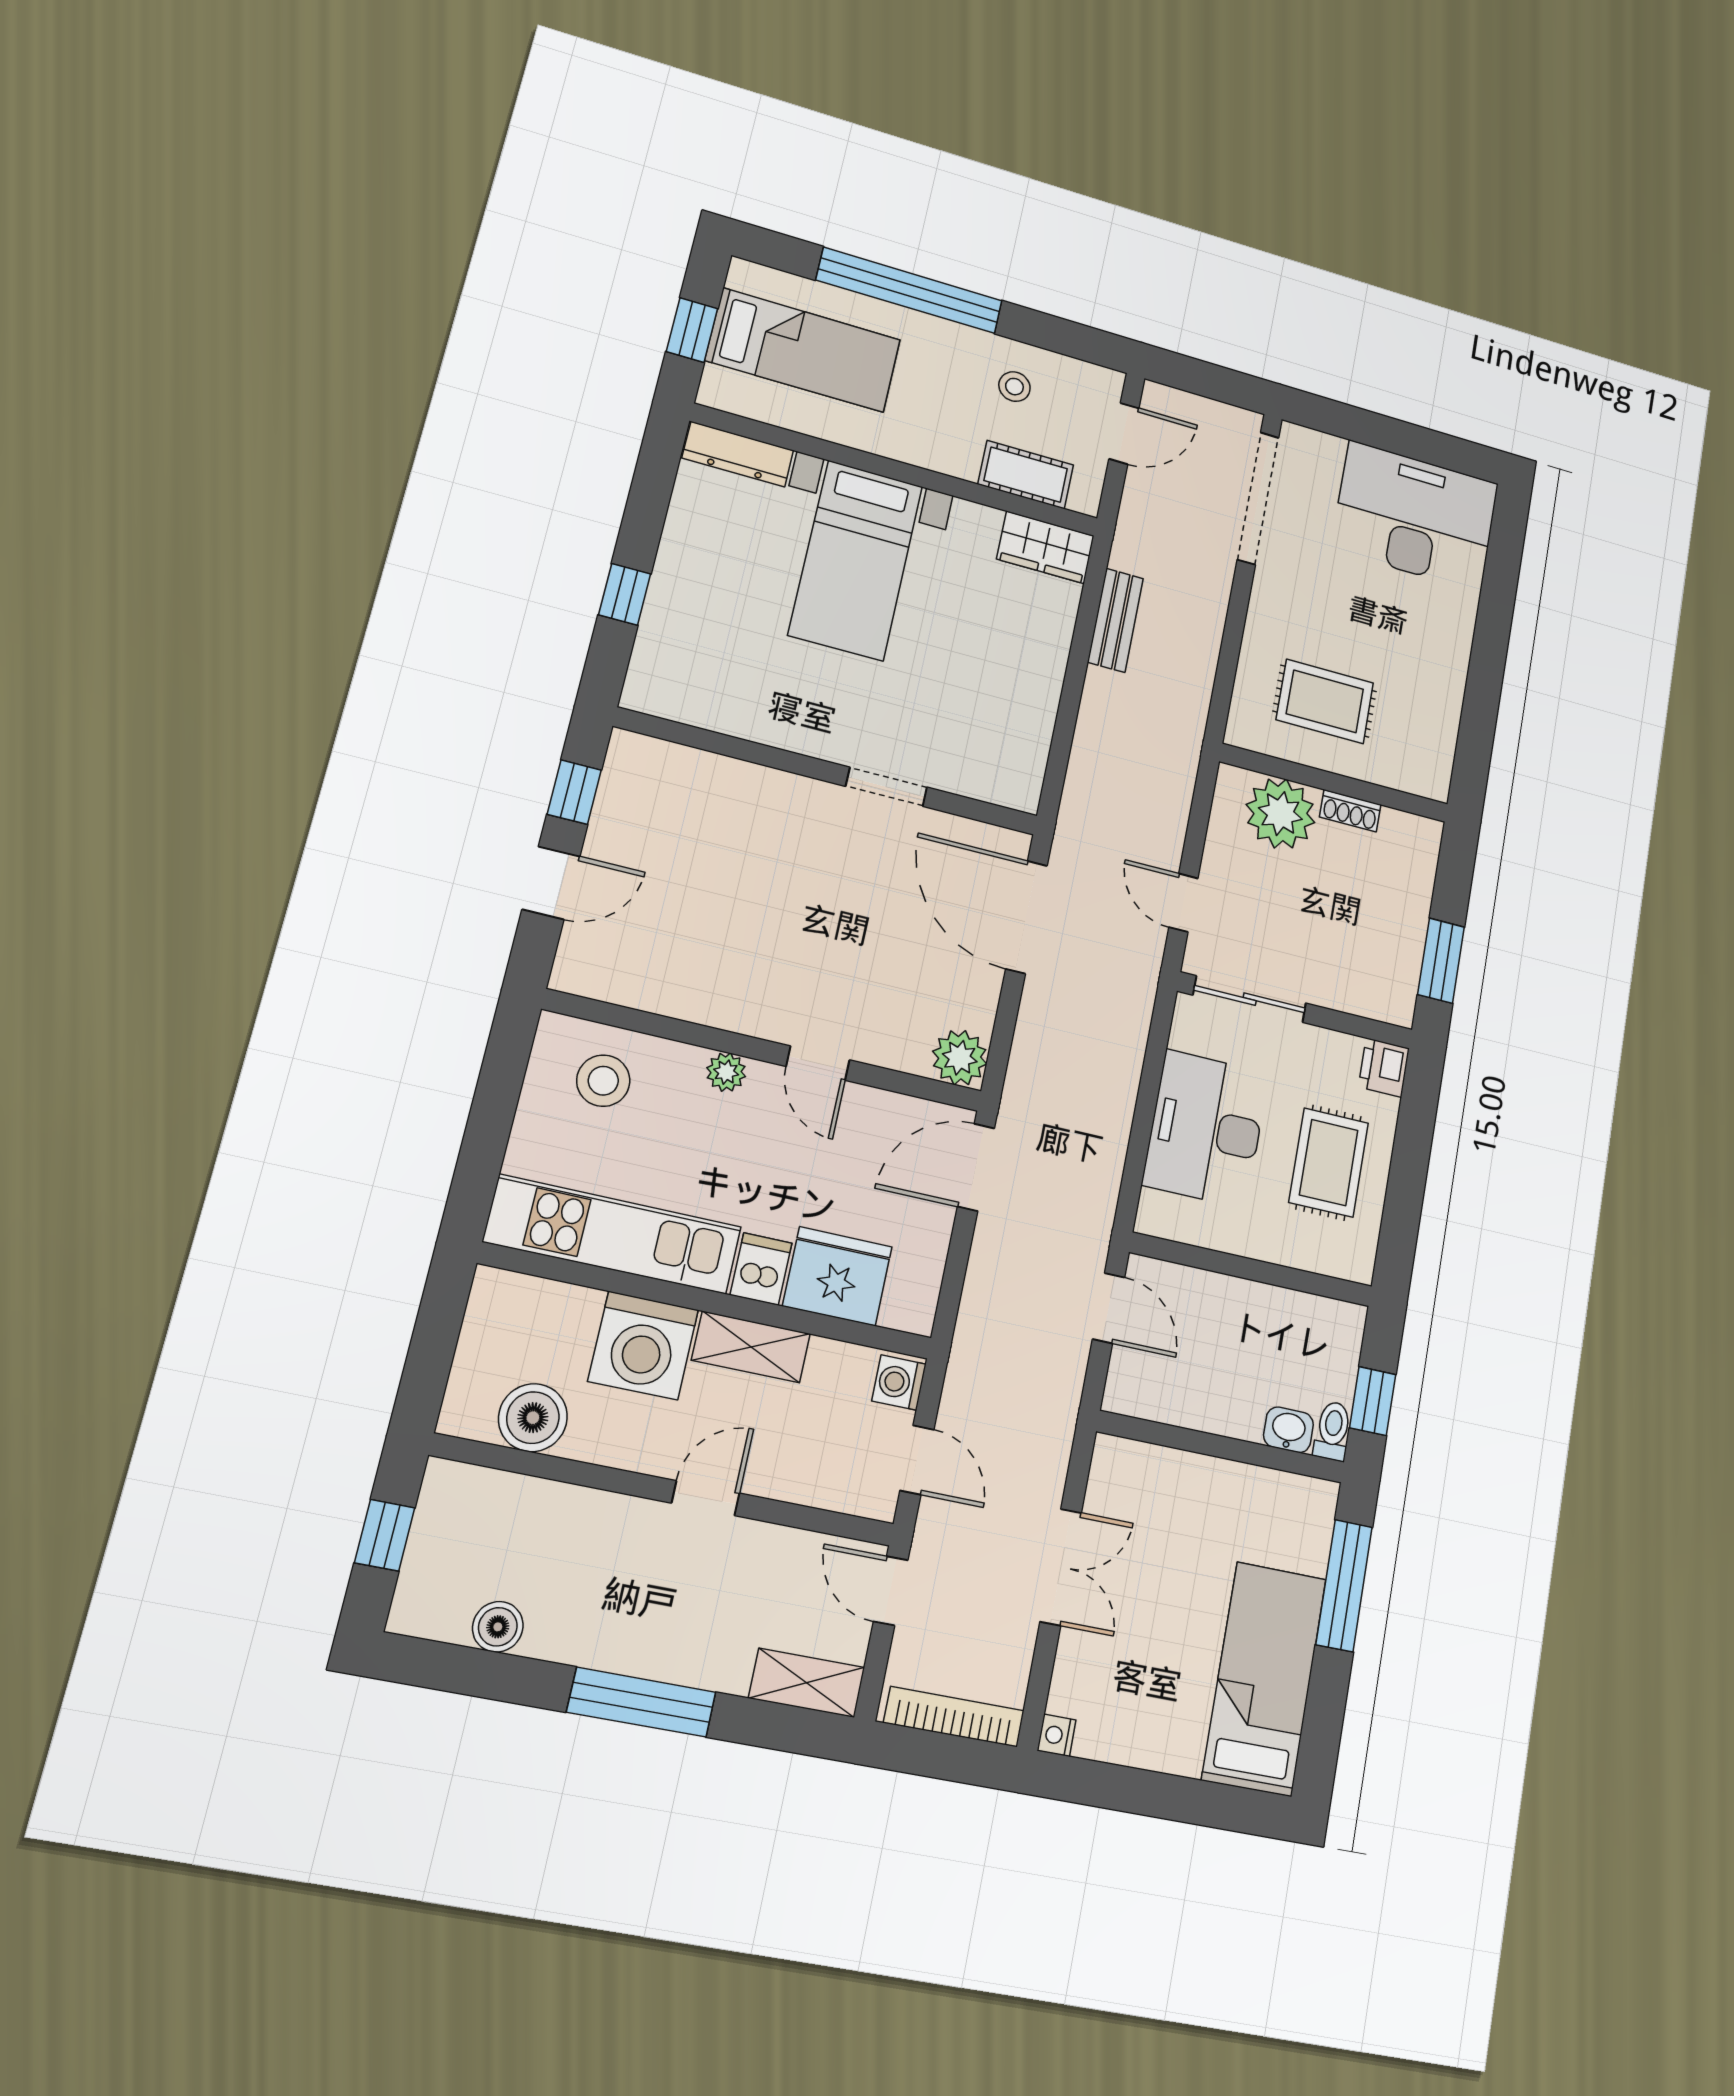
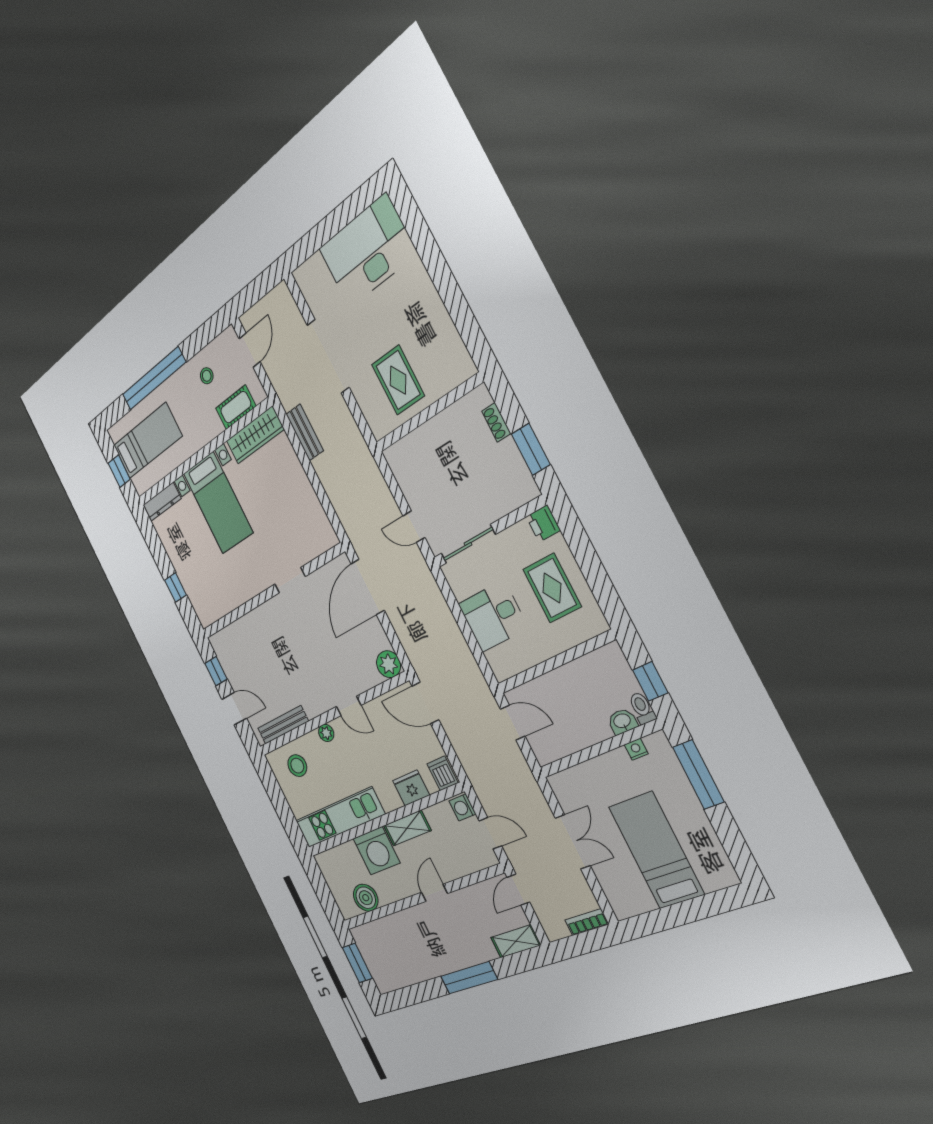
doorway: (1258, 498) -> (328, 356), moved
wardrobe: (1045, 547) -> (255, 435), width x1.50
rug: (1325, 701) -> (398, 380), turned 90
shoe rack: (1350, 811) -> (496, 422), moved, turned 90
plant: (1280, 813) -> (419, 450), removed
door: (551, 883) -> (234, 709), hinge flipped
door: (1026, 917) -> (368, 587), hinge flipped
bench: (641, 991) -> (283, 725), added
desk: (1206, 1129) -> (493, 616), width x0.73
door: (976, 1167) -> (425, 703), hinge flipped
dishwasher: (761, 1269) -> (443, 773), moved
fridge: (837, 1276) -> (411, 788), width x0.73, depth x0.75
window: (385, 1535) -> (357, 963), width x1.50
door: (891, 1591) -> (518, 890), hinge flipped
boiler: (498, 1627) -> (409, 975), removed
bed: (1264, 1679) -> (656, 850), moved
bookcase: (954, 1717) -> (587, 922), width x0.64
nightstand: (1057, 1735) -> (636, 749), moved, turned 90

